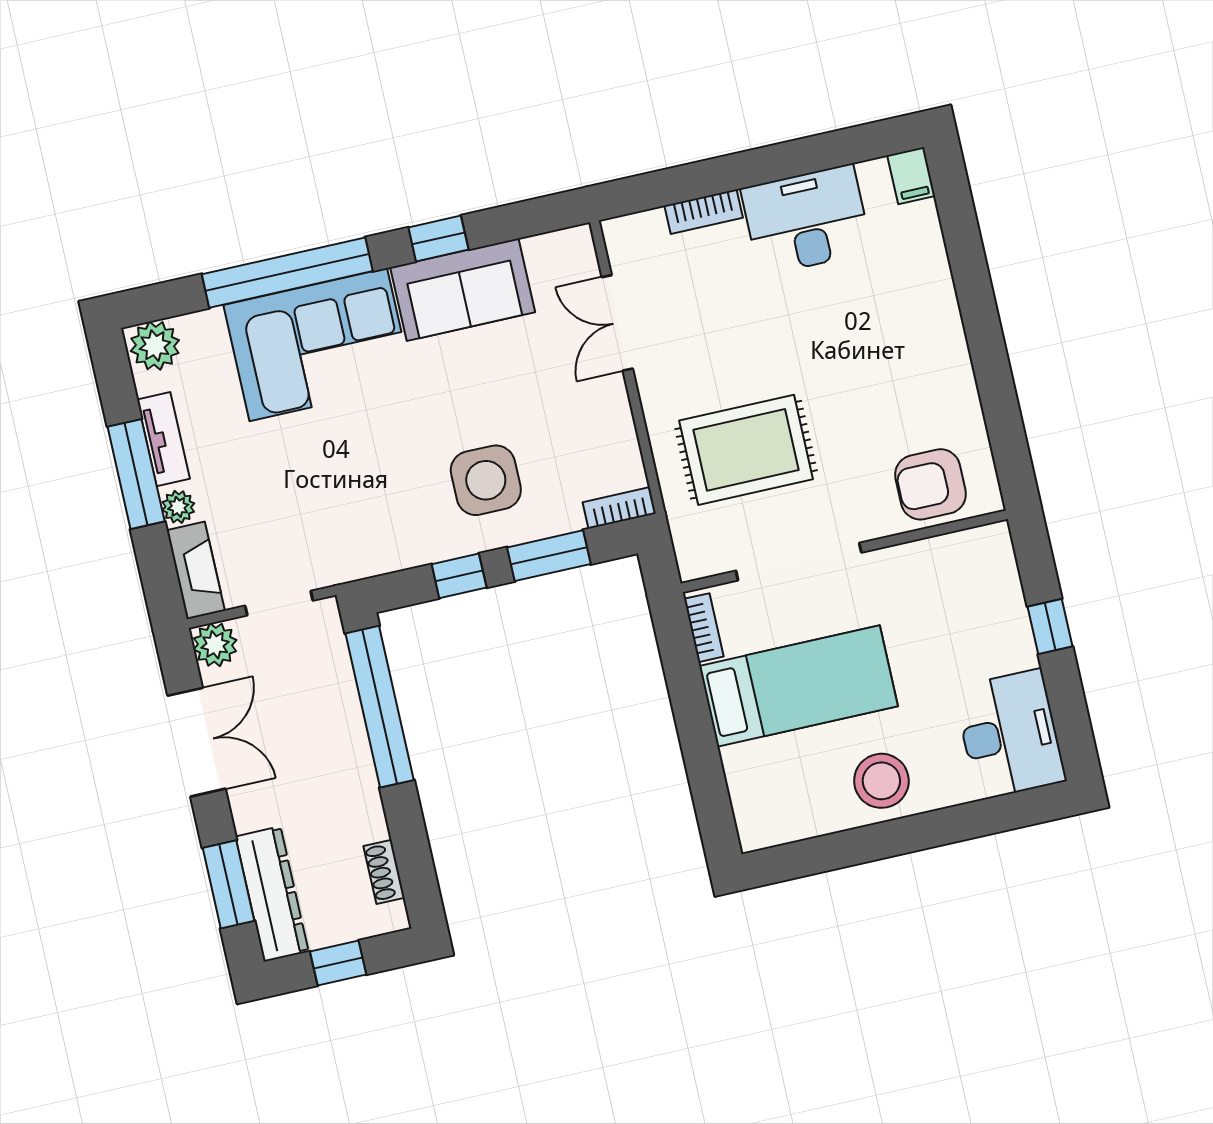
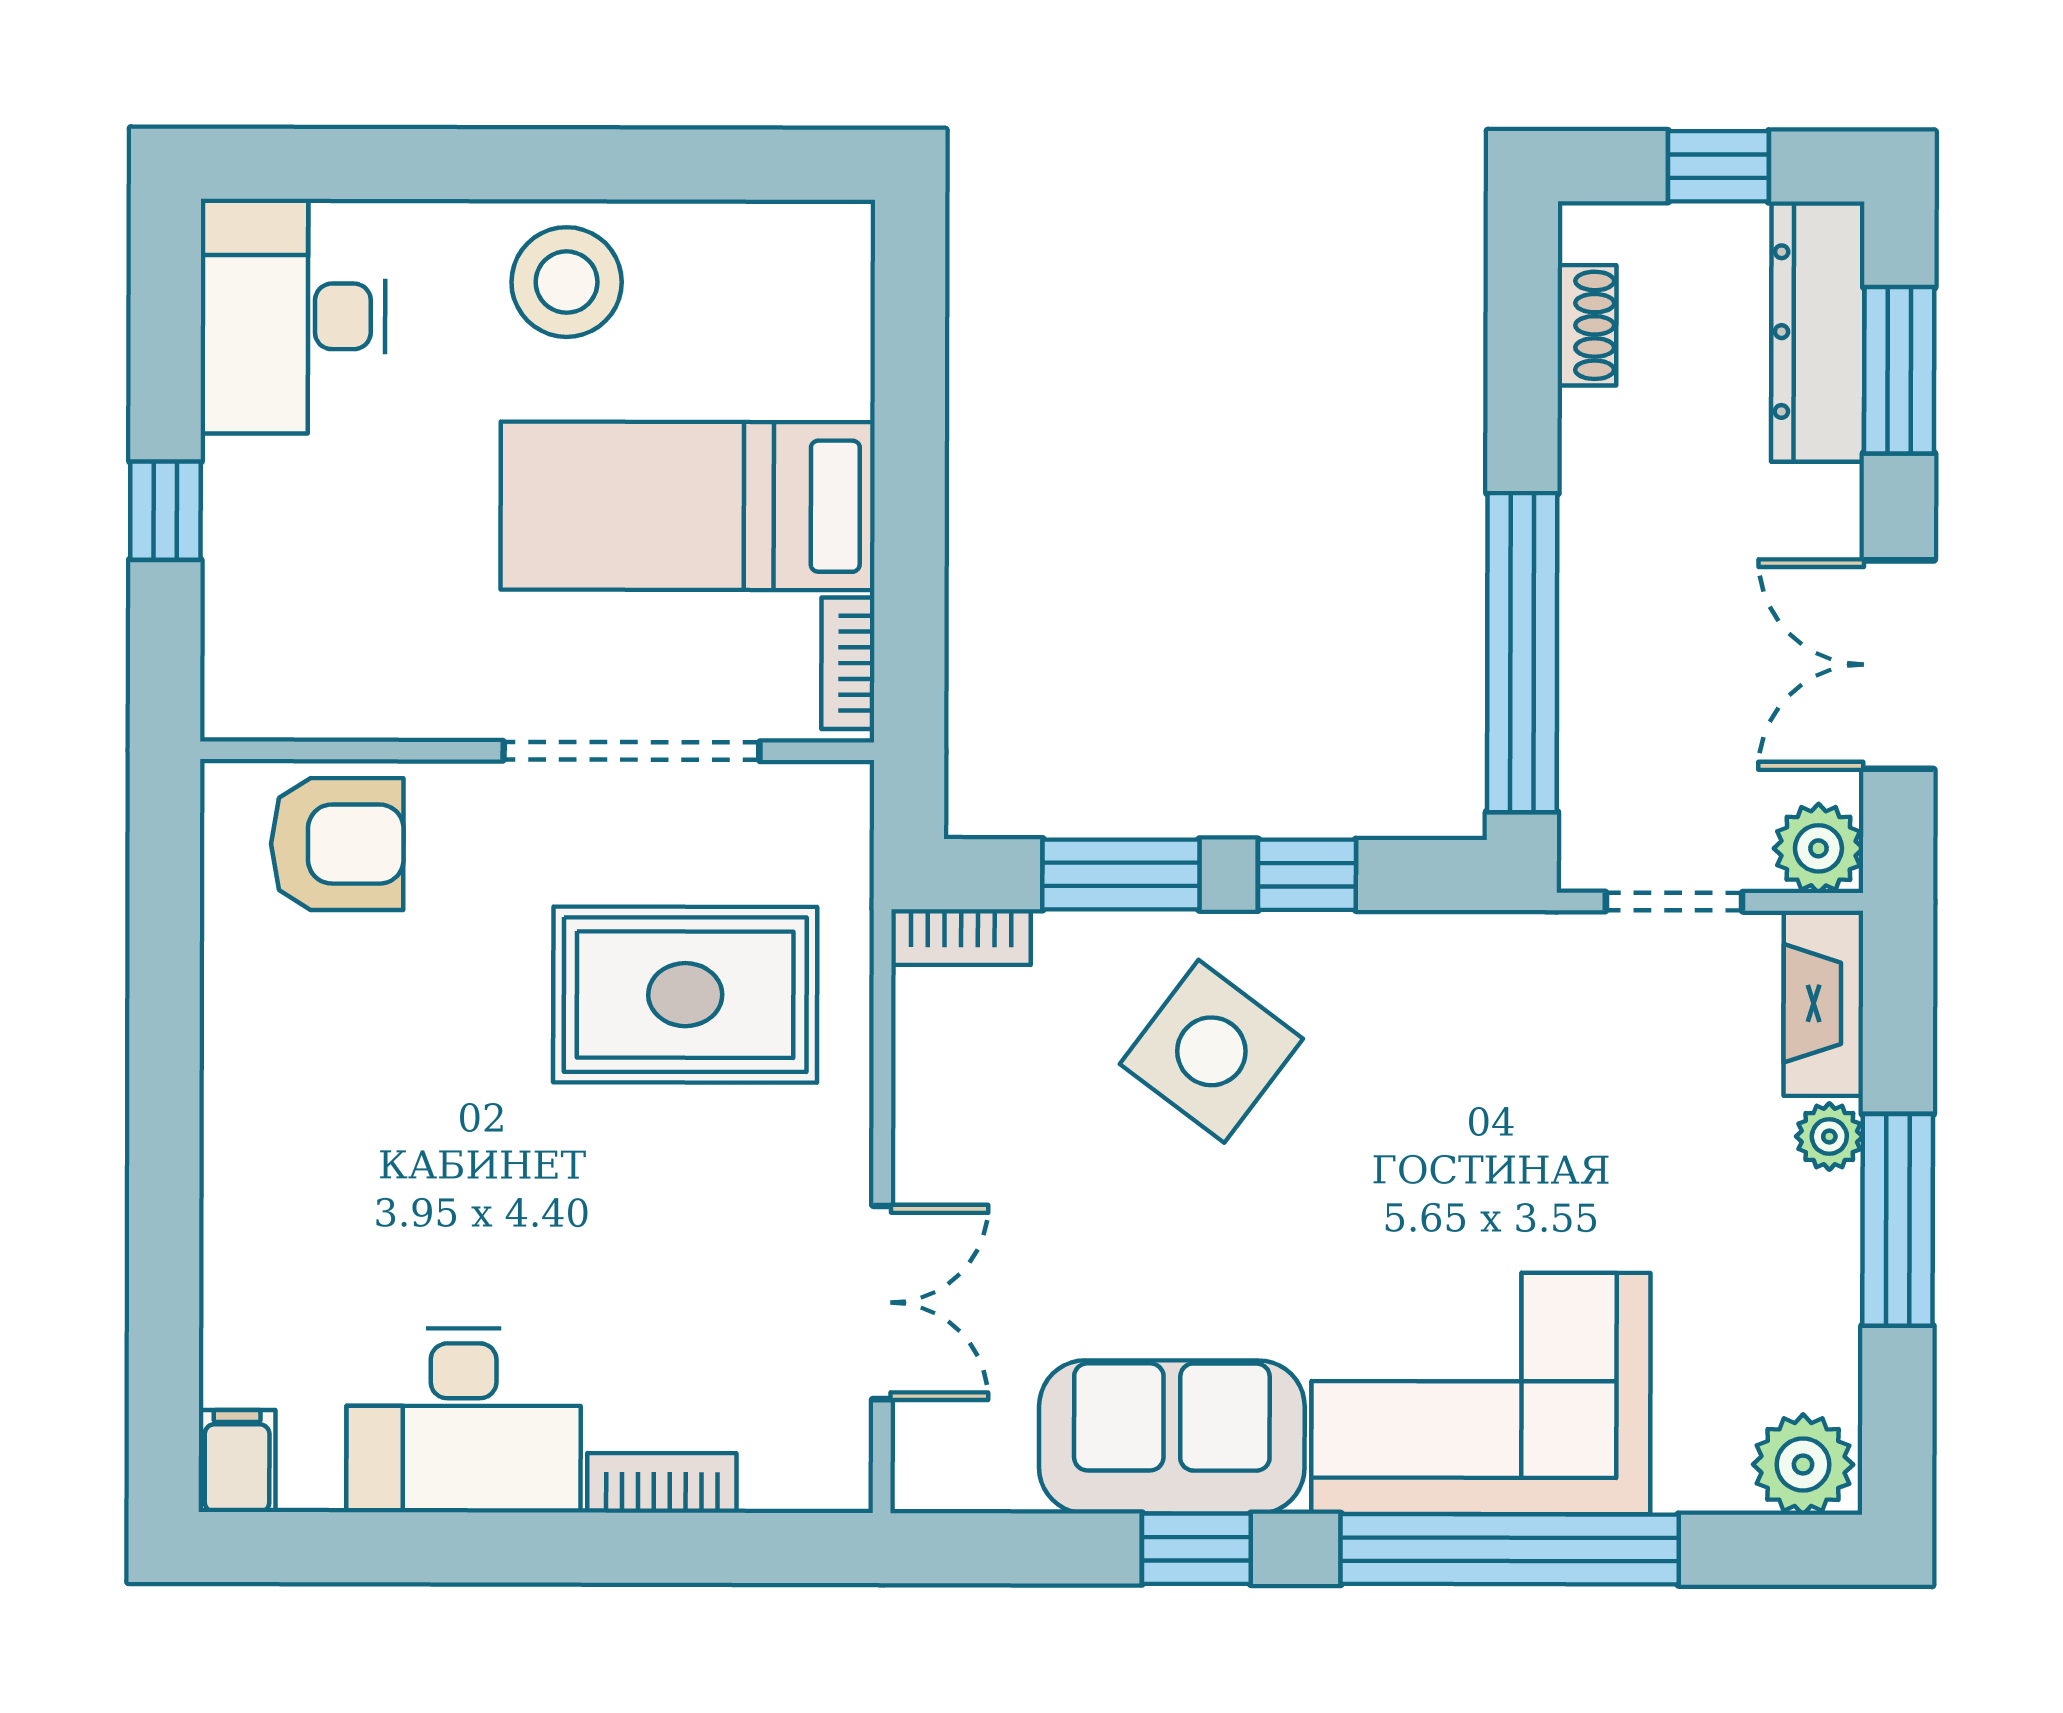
tv unit: (163, 439) -> (1828, 1276), removed
side table: (486, 480) -> (1211, 1051), turned 37

